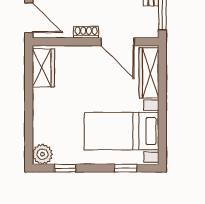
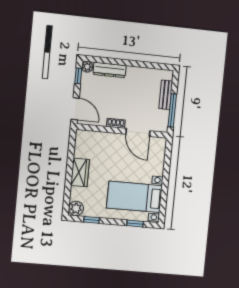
wardrobe: (43, 68) -> (80, 172), moved
wardrobe: (149, 73) -> (158, 157), removed

